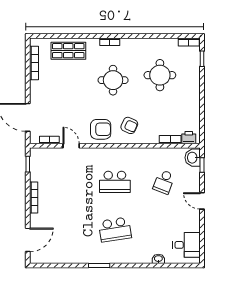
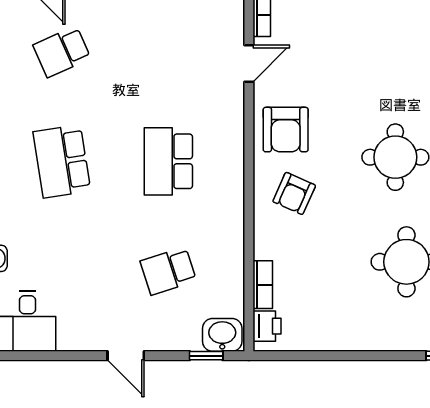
school desk: (164, 182) -> (168, 271), turned -39
door: (202, 201) -> (126, 356), swing flipped
school desk: (66, 230) -> (62, 52), added

